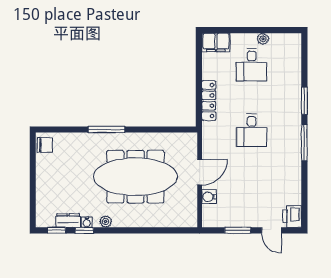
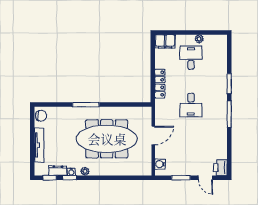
desk: (252, 65) -> (191, 58), turned 180
tv unit: (42, 185) -> (39, 145), added
water cooler: (209, 197) -> (160, 164), moved

